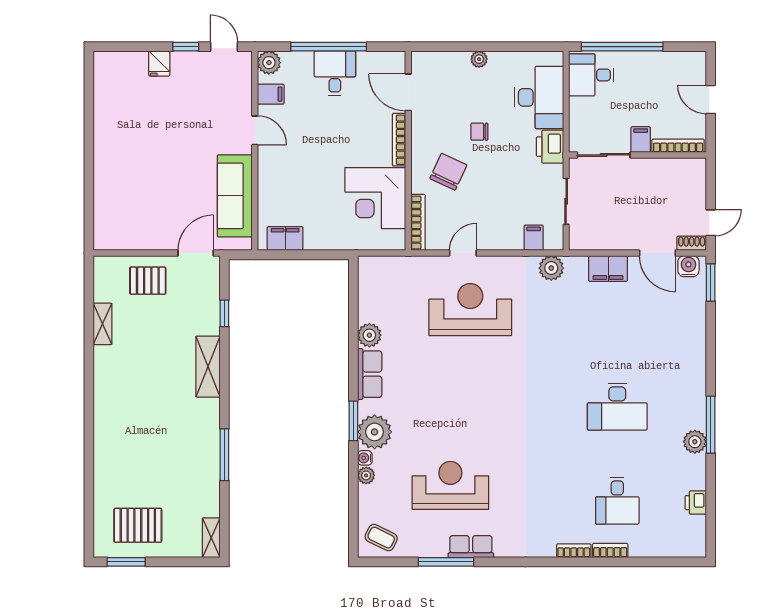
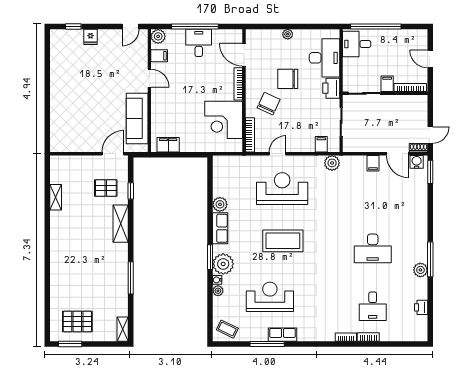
window: (186, 47) -> (73, 27), moved
door: (224, 47) -> (130, 27), swing flipped
chair: (479, 132) -> (288, 79), width x1.87, depth x1.87
filing cabinet: (608, 268) -> (373, 163), width x0.50
pallet: (148, 281) -> (106, 188), moved
coffee table: (471, 394) -> (283, 241), added

